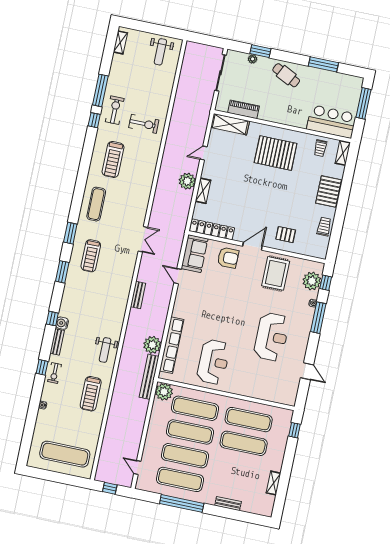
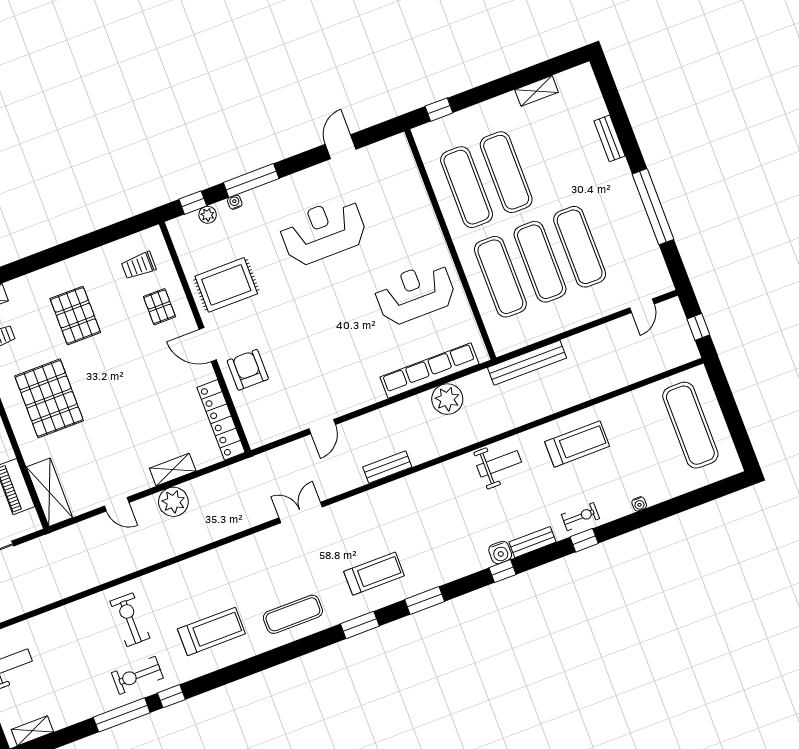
pallet: (328, 191) -> (75, 316), moved, turned 90
trolley: (324, 227) -> (139, 265), moved
sofa: (194, 254) -> (273, 423), removed
plant: (312, 281) -> (208, 215), width x0.53, depth x0.53
bench: (149, 377) -> (527, 363), moved
plant: (164, 392) -> (505, 338), removed
exercise mat: (180, 479) -> (619, 232), removed

